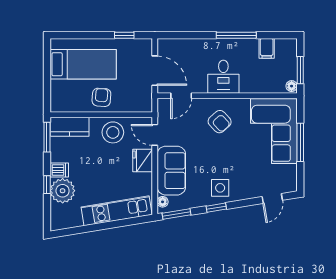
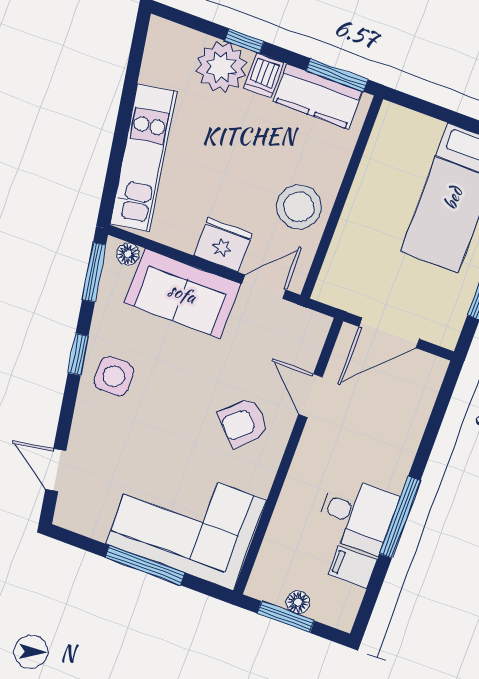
desk: (223, 77) -> (357, 515), moved, turned 180
floor lamp: (292, 86) -> (298, 602), moved
door: (181, 96) -> (311, 396), moved
armchair: (101, 97) -> (375, 210), removed
kitchen counter: (70, 127) -> (318, 96), moved, turned -90

